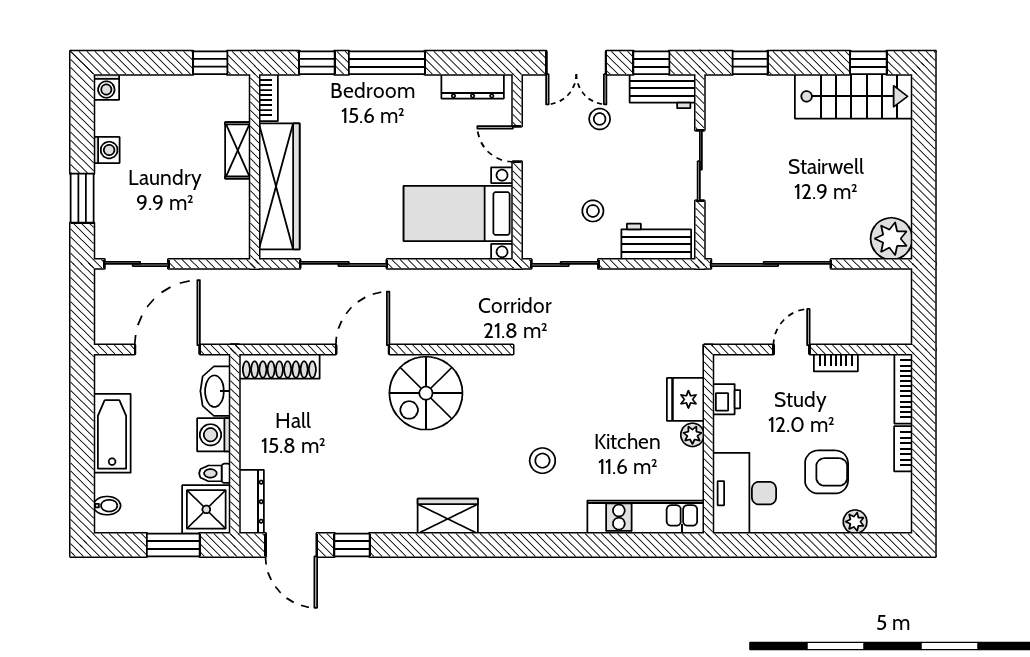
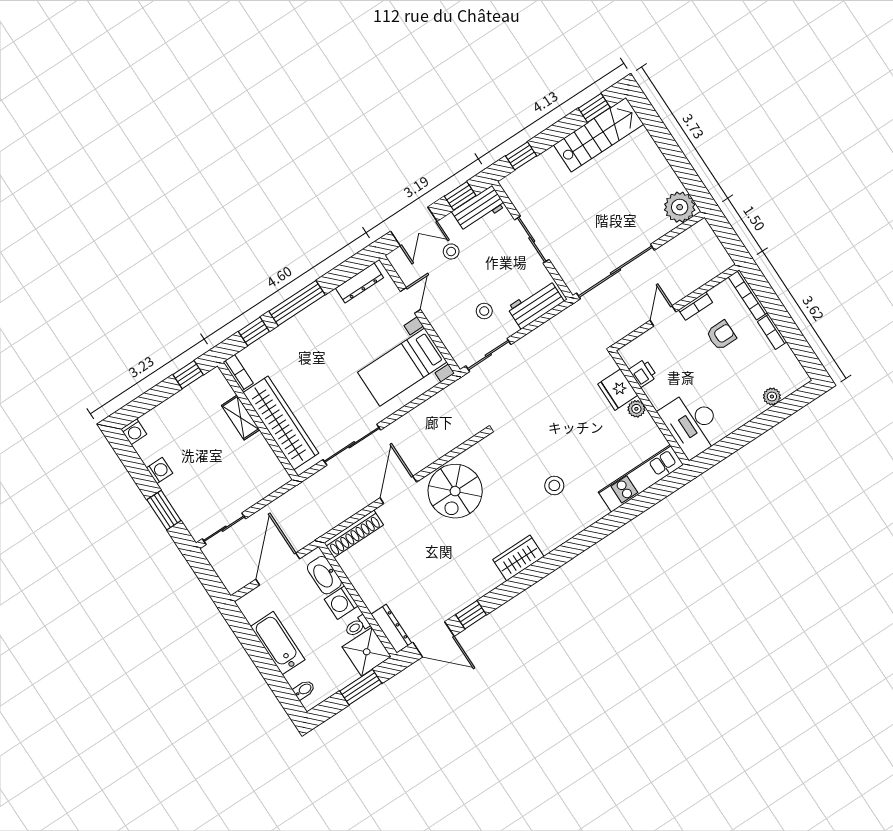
door: (517, 144) -> (410, 300), swing flipped
armchair: (827, 472) -> (721, 335), moved, width x0.72, depth x0.72

